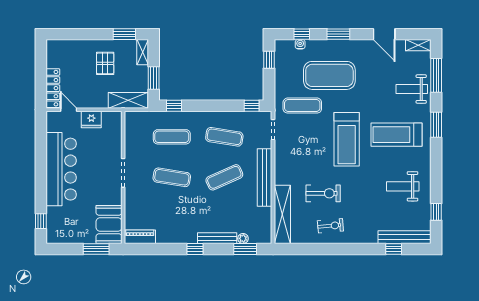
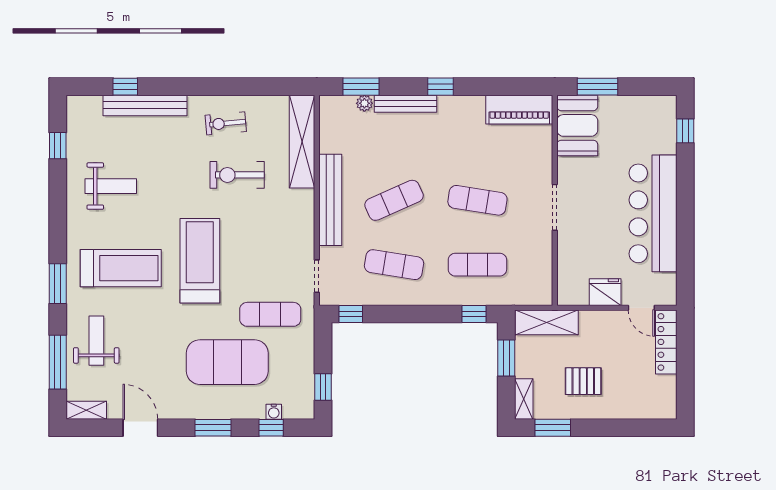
pallet: (105, 63) -> (583, 381), turned 90
weight bench: (412, 89) -> (96, 341), turned -90
piano: (140, 237) -> (519, 110), width x1.37, depth x1.33
bench: (404, 237) -> (145, 105), moved

